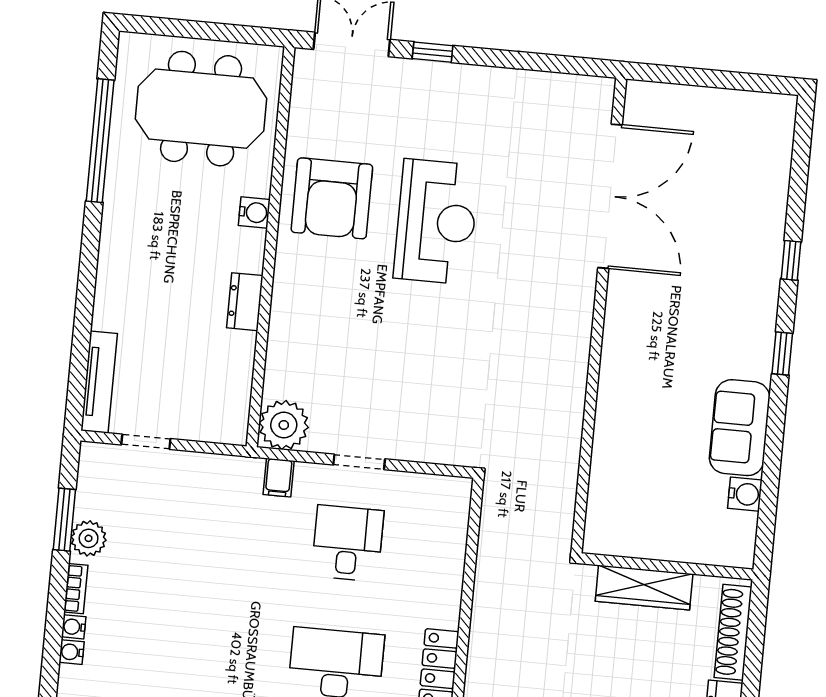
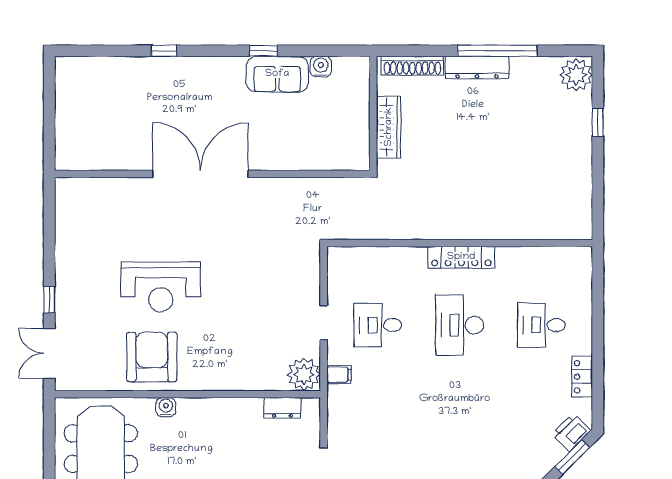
double door: (610, 196) -> (201, 174), moved
armchair: (332, 198) -> (152, 357), turned -90
reception desk: (436, 222) -> (161, 287), turned 180
dresser: (245, 302) -> (283, 408), moved
window: (782, 353) -> (263, 51), moved

